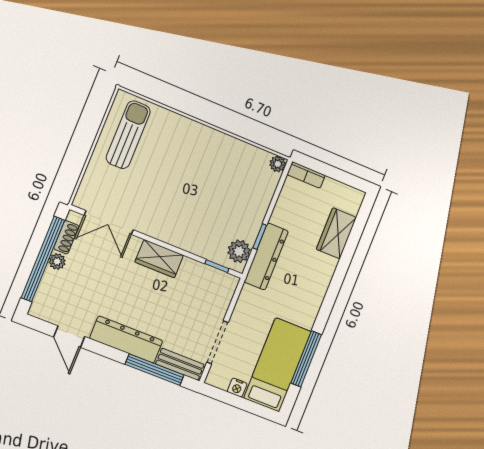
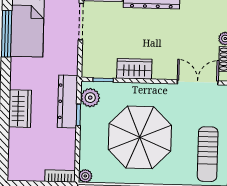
parasol: (199, 184) -> (140, 137), added
wardrobe: (336, 233) -> (20, 109), moved
wardrobe: (159, 259) -> (134, 69), moved

